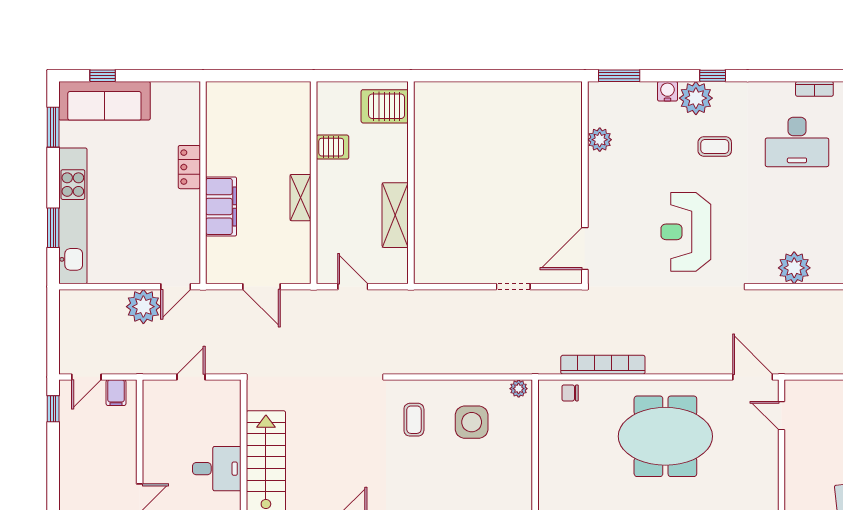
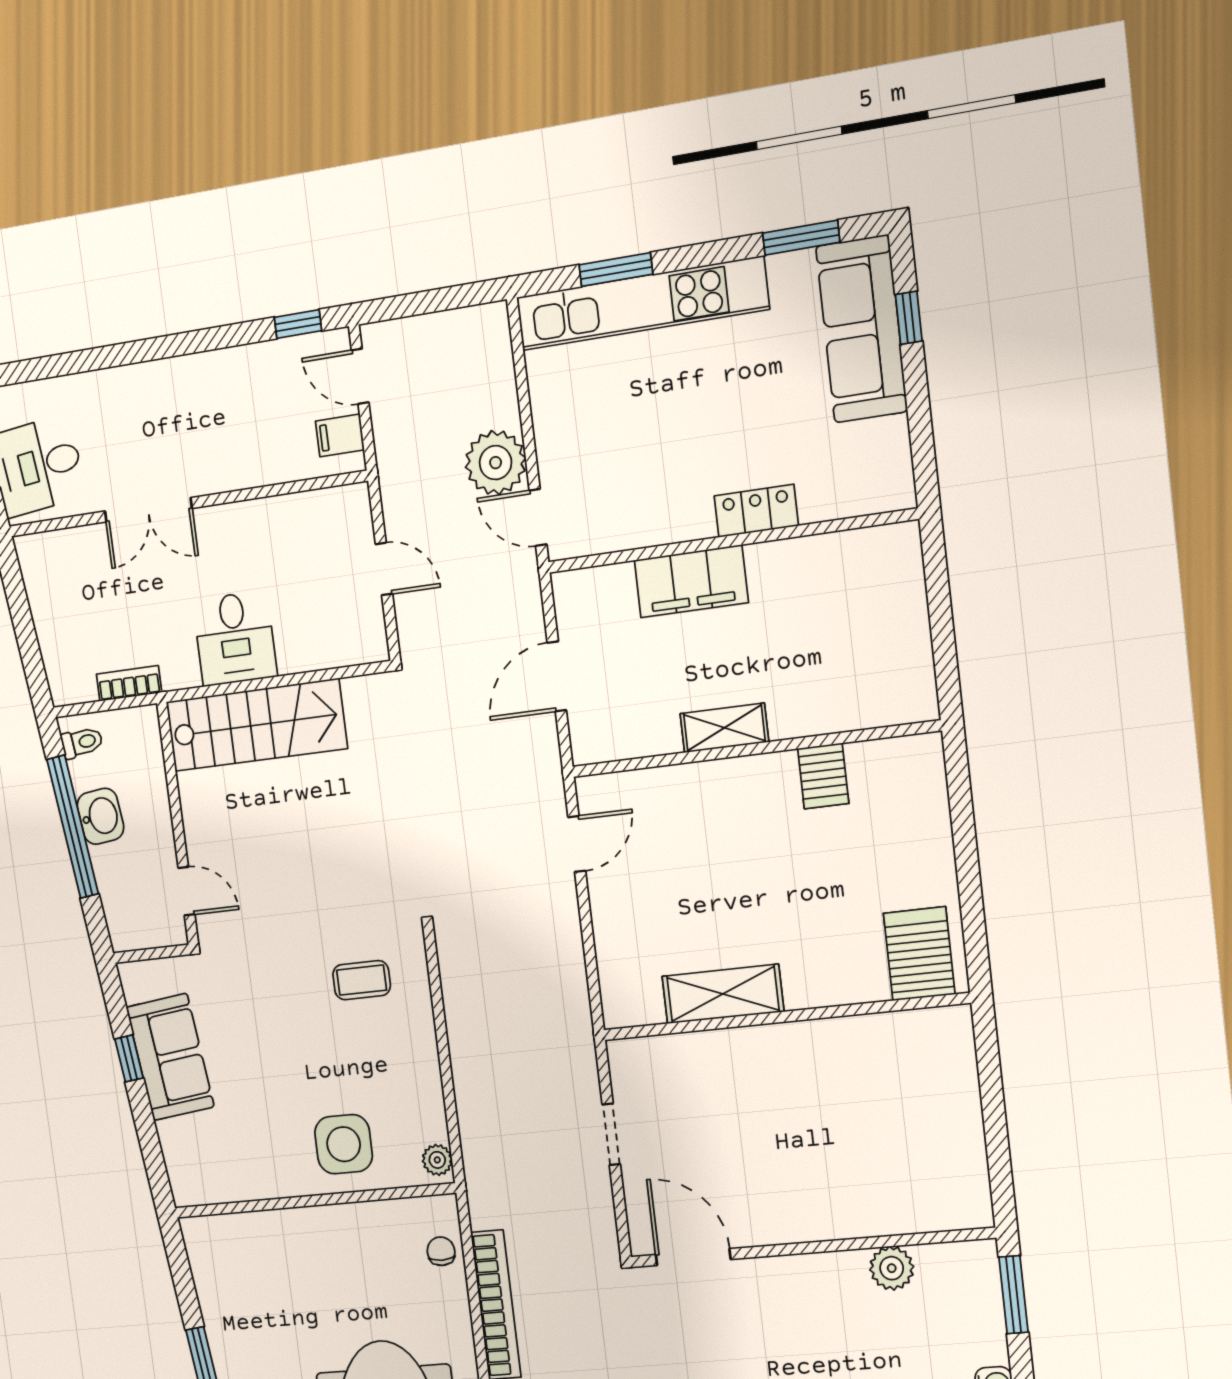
server rack: (385, 106) -> (919, 954), moved
wall: (411, 183) -> (785, 1017), moved
shelving: (395, 215) -> (723, 994), moved
side table: (472, 422) -> (344, 1144), moved

